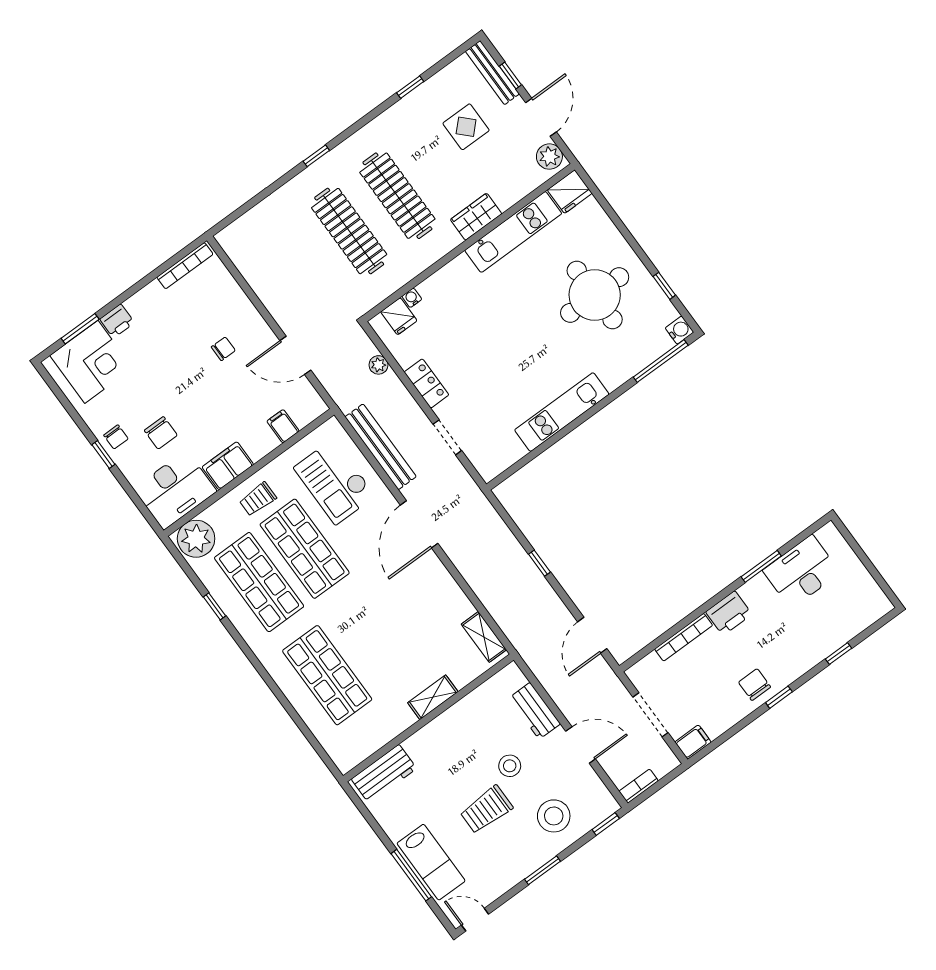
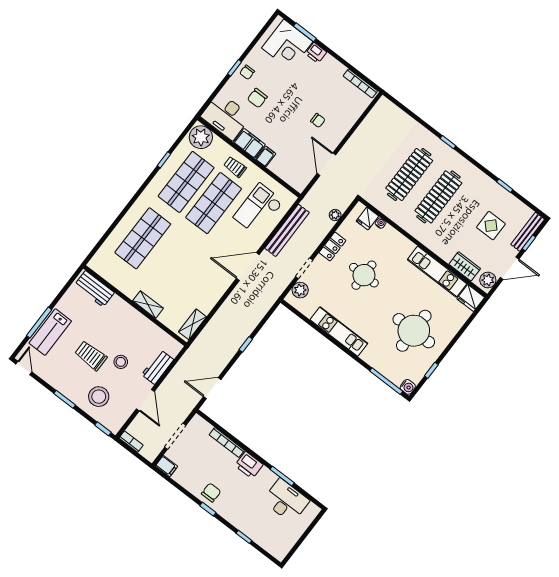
wardrobe: (476, 217) -> (465, 266), moved
round table: (485, 347) -> (364, 275), added
filing cabinet: (283, 426) -> (266, 156), moved
plant: (480, 454) -> (300, 290), added

